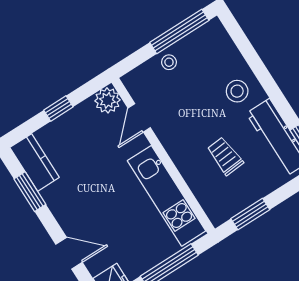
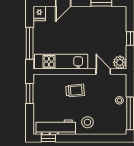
trolley: (225, 156) -> (75, 90), moved
kitchen counter: (35, 162) -> (113, 13), removed

